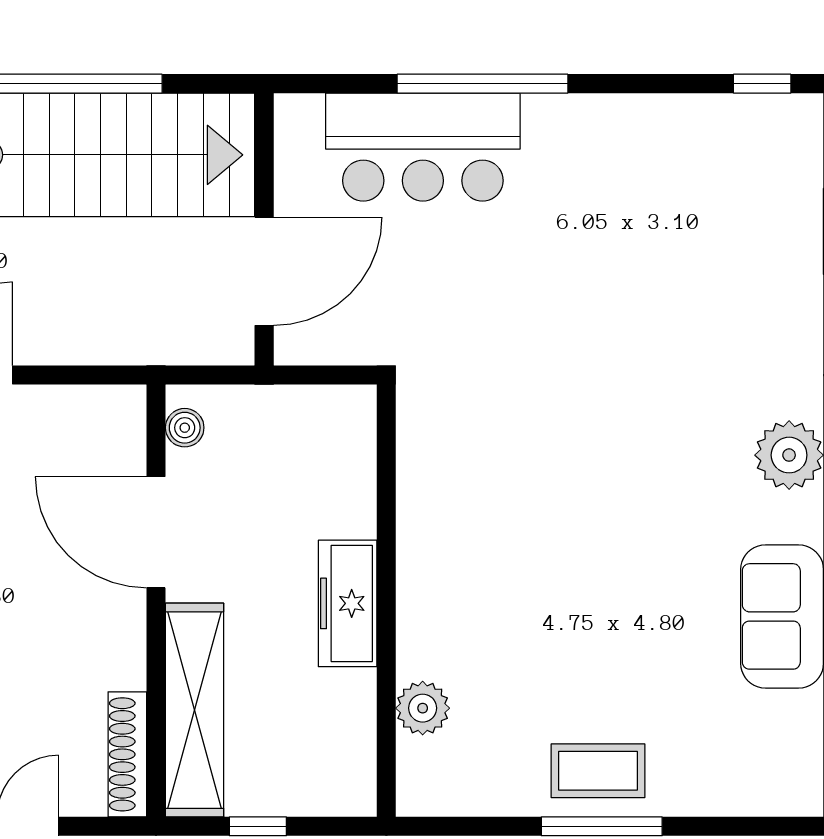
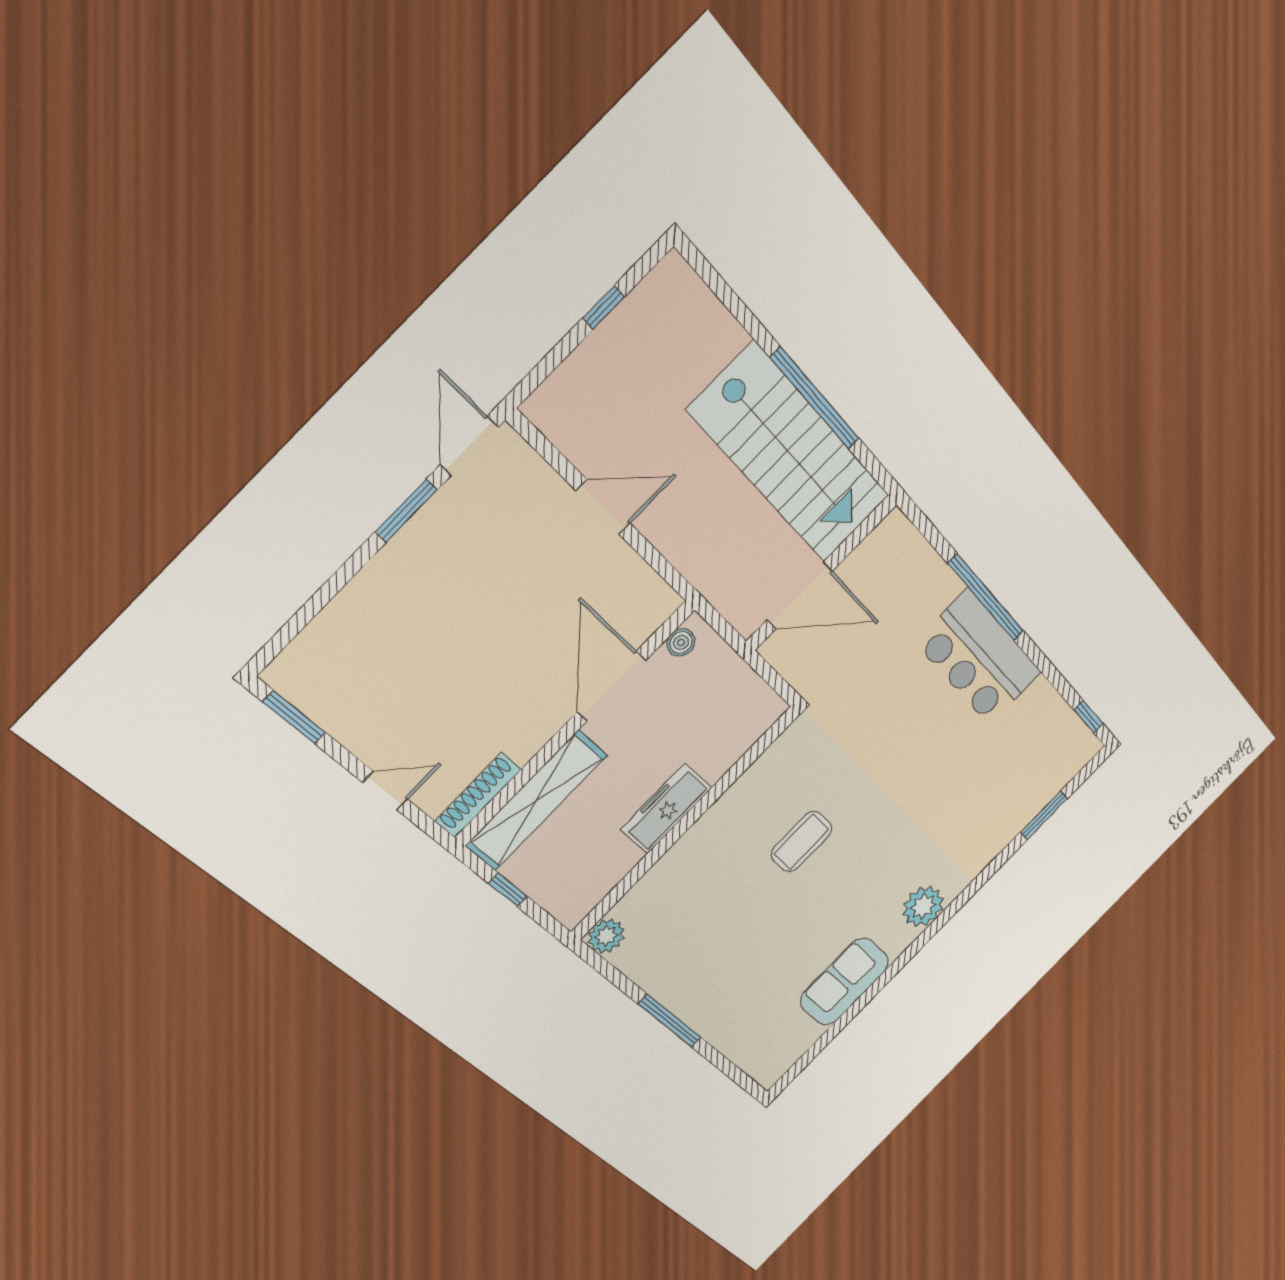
bar counter: (423, 147) -> (979, 658), moved
plant: (423, 708) -> (606, 936), moved
coffee table: (598, 771) -> (802, 841), moved, turned 90

